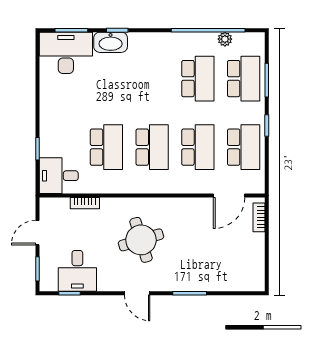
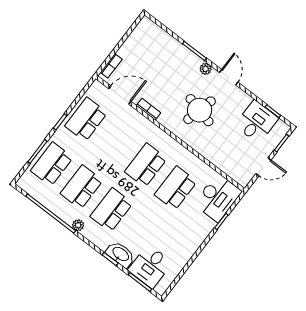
plant: (225, 39) -> (78, 225), moved
desk: (66, 53) -> (150, 266), width x0.73
school desk: (198, 147) -> (111, 210), moved
desk: (59, 176) -> (218, 198), width x1.37
bookcase: (85, 203) -> (149, 109), moved
round table: (141, 240) -> (200, 110), turned 31
plant: (166, 284) -> (206, 69), added

